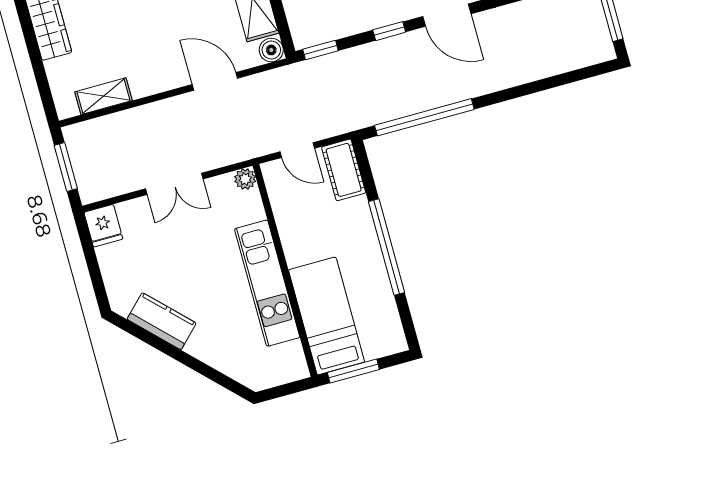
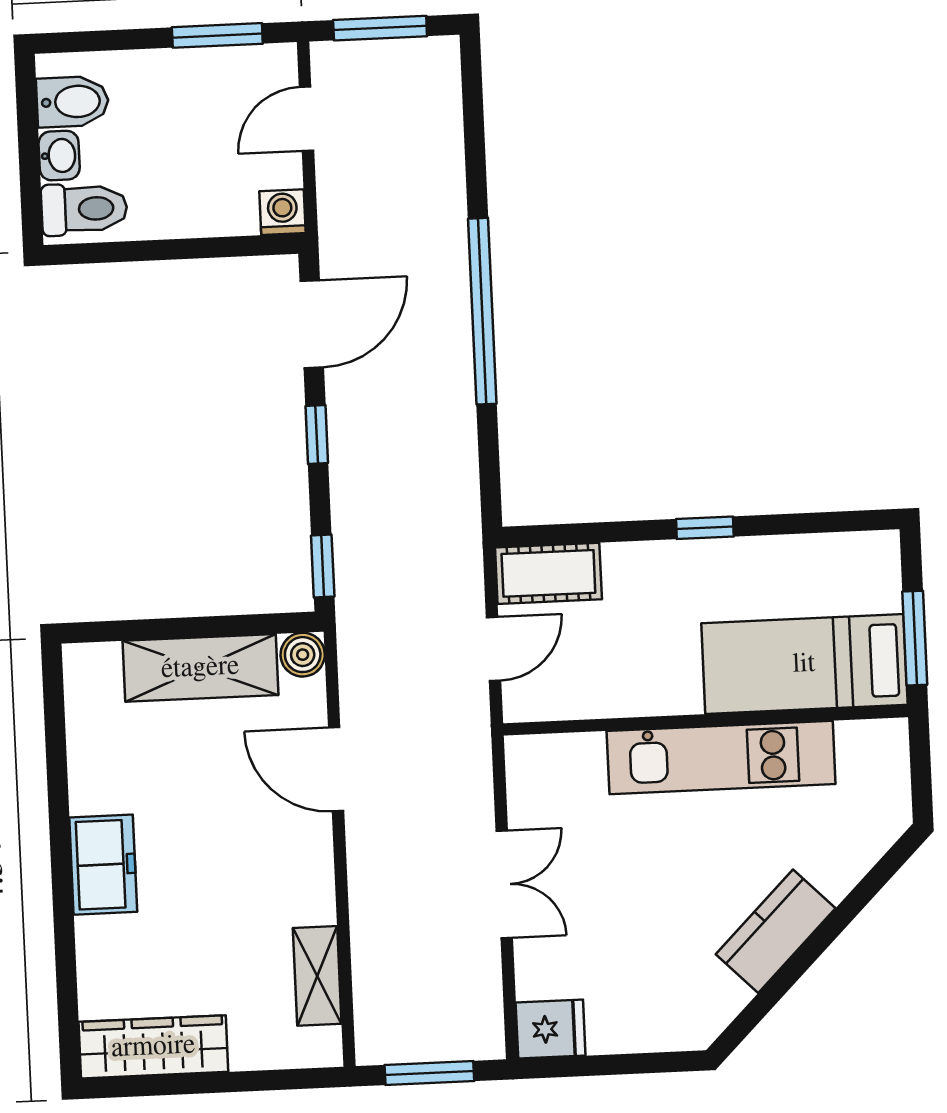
door: (215, 81) -> (336, 769), hinge flipped
window: (424, 117) -> (482, 311), moved
plant: (245, 179) -> (524, 755), removed
window: (386, 247) -> (705, 528), width x0.32
kitchen counter: (162, 321) -> (776, 931), moved

